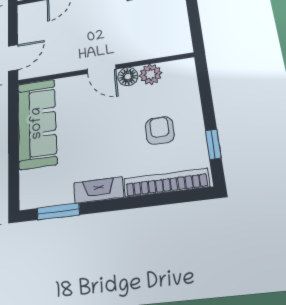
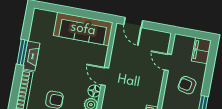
door: (102, 69) -> (105, 76), hinge flipped
window: (58, 211) -> (22, 52), moved

